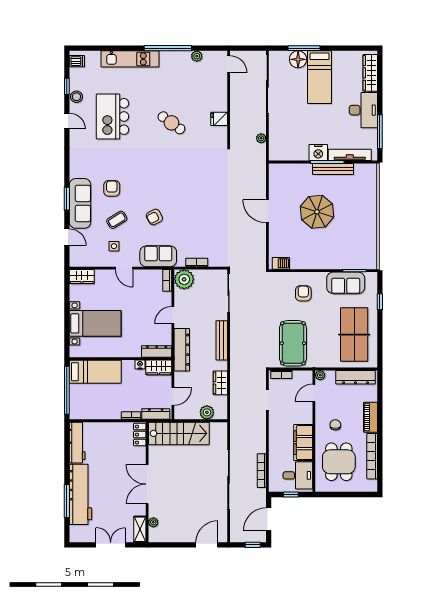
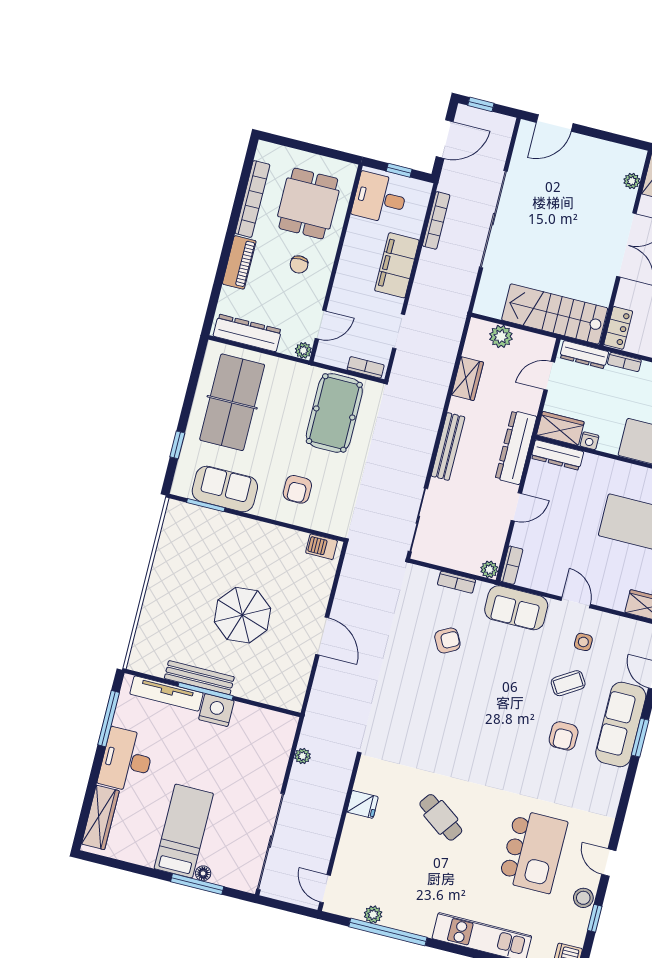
window: (168, 48) -> (388, 932), moved
floor lamp: (298, 59) -> (203, 873), width x0.53, depth x0.53
armchair: (154, 217) -> (447, 640), moved
plant: (184, 279) -> (489, 569), width x0.53, depth x0.53
filing cabinet: (303, 443) -> (397, 265), moved, turned 180

